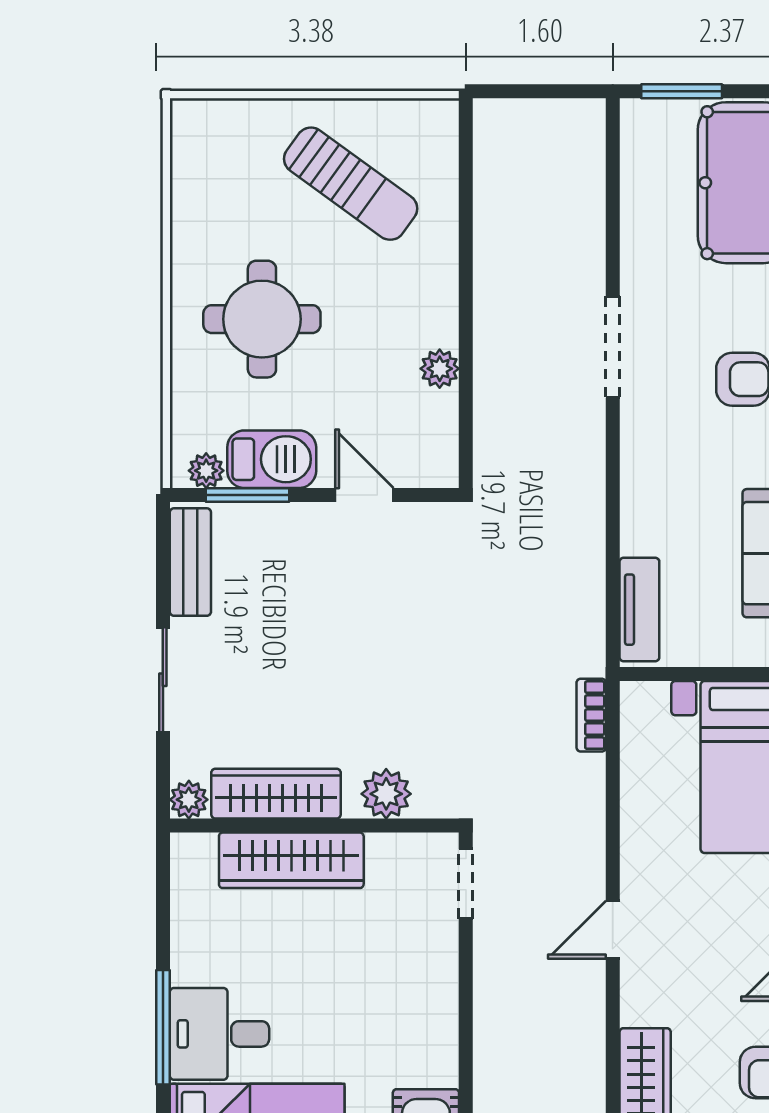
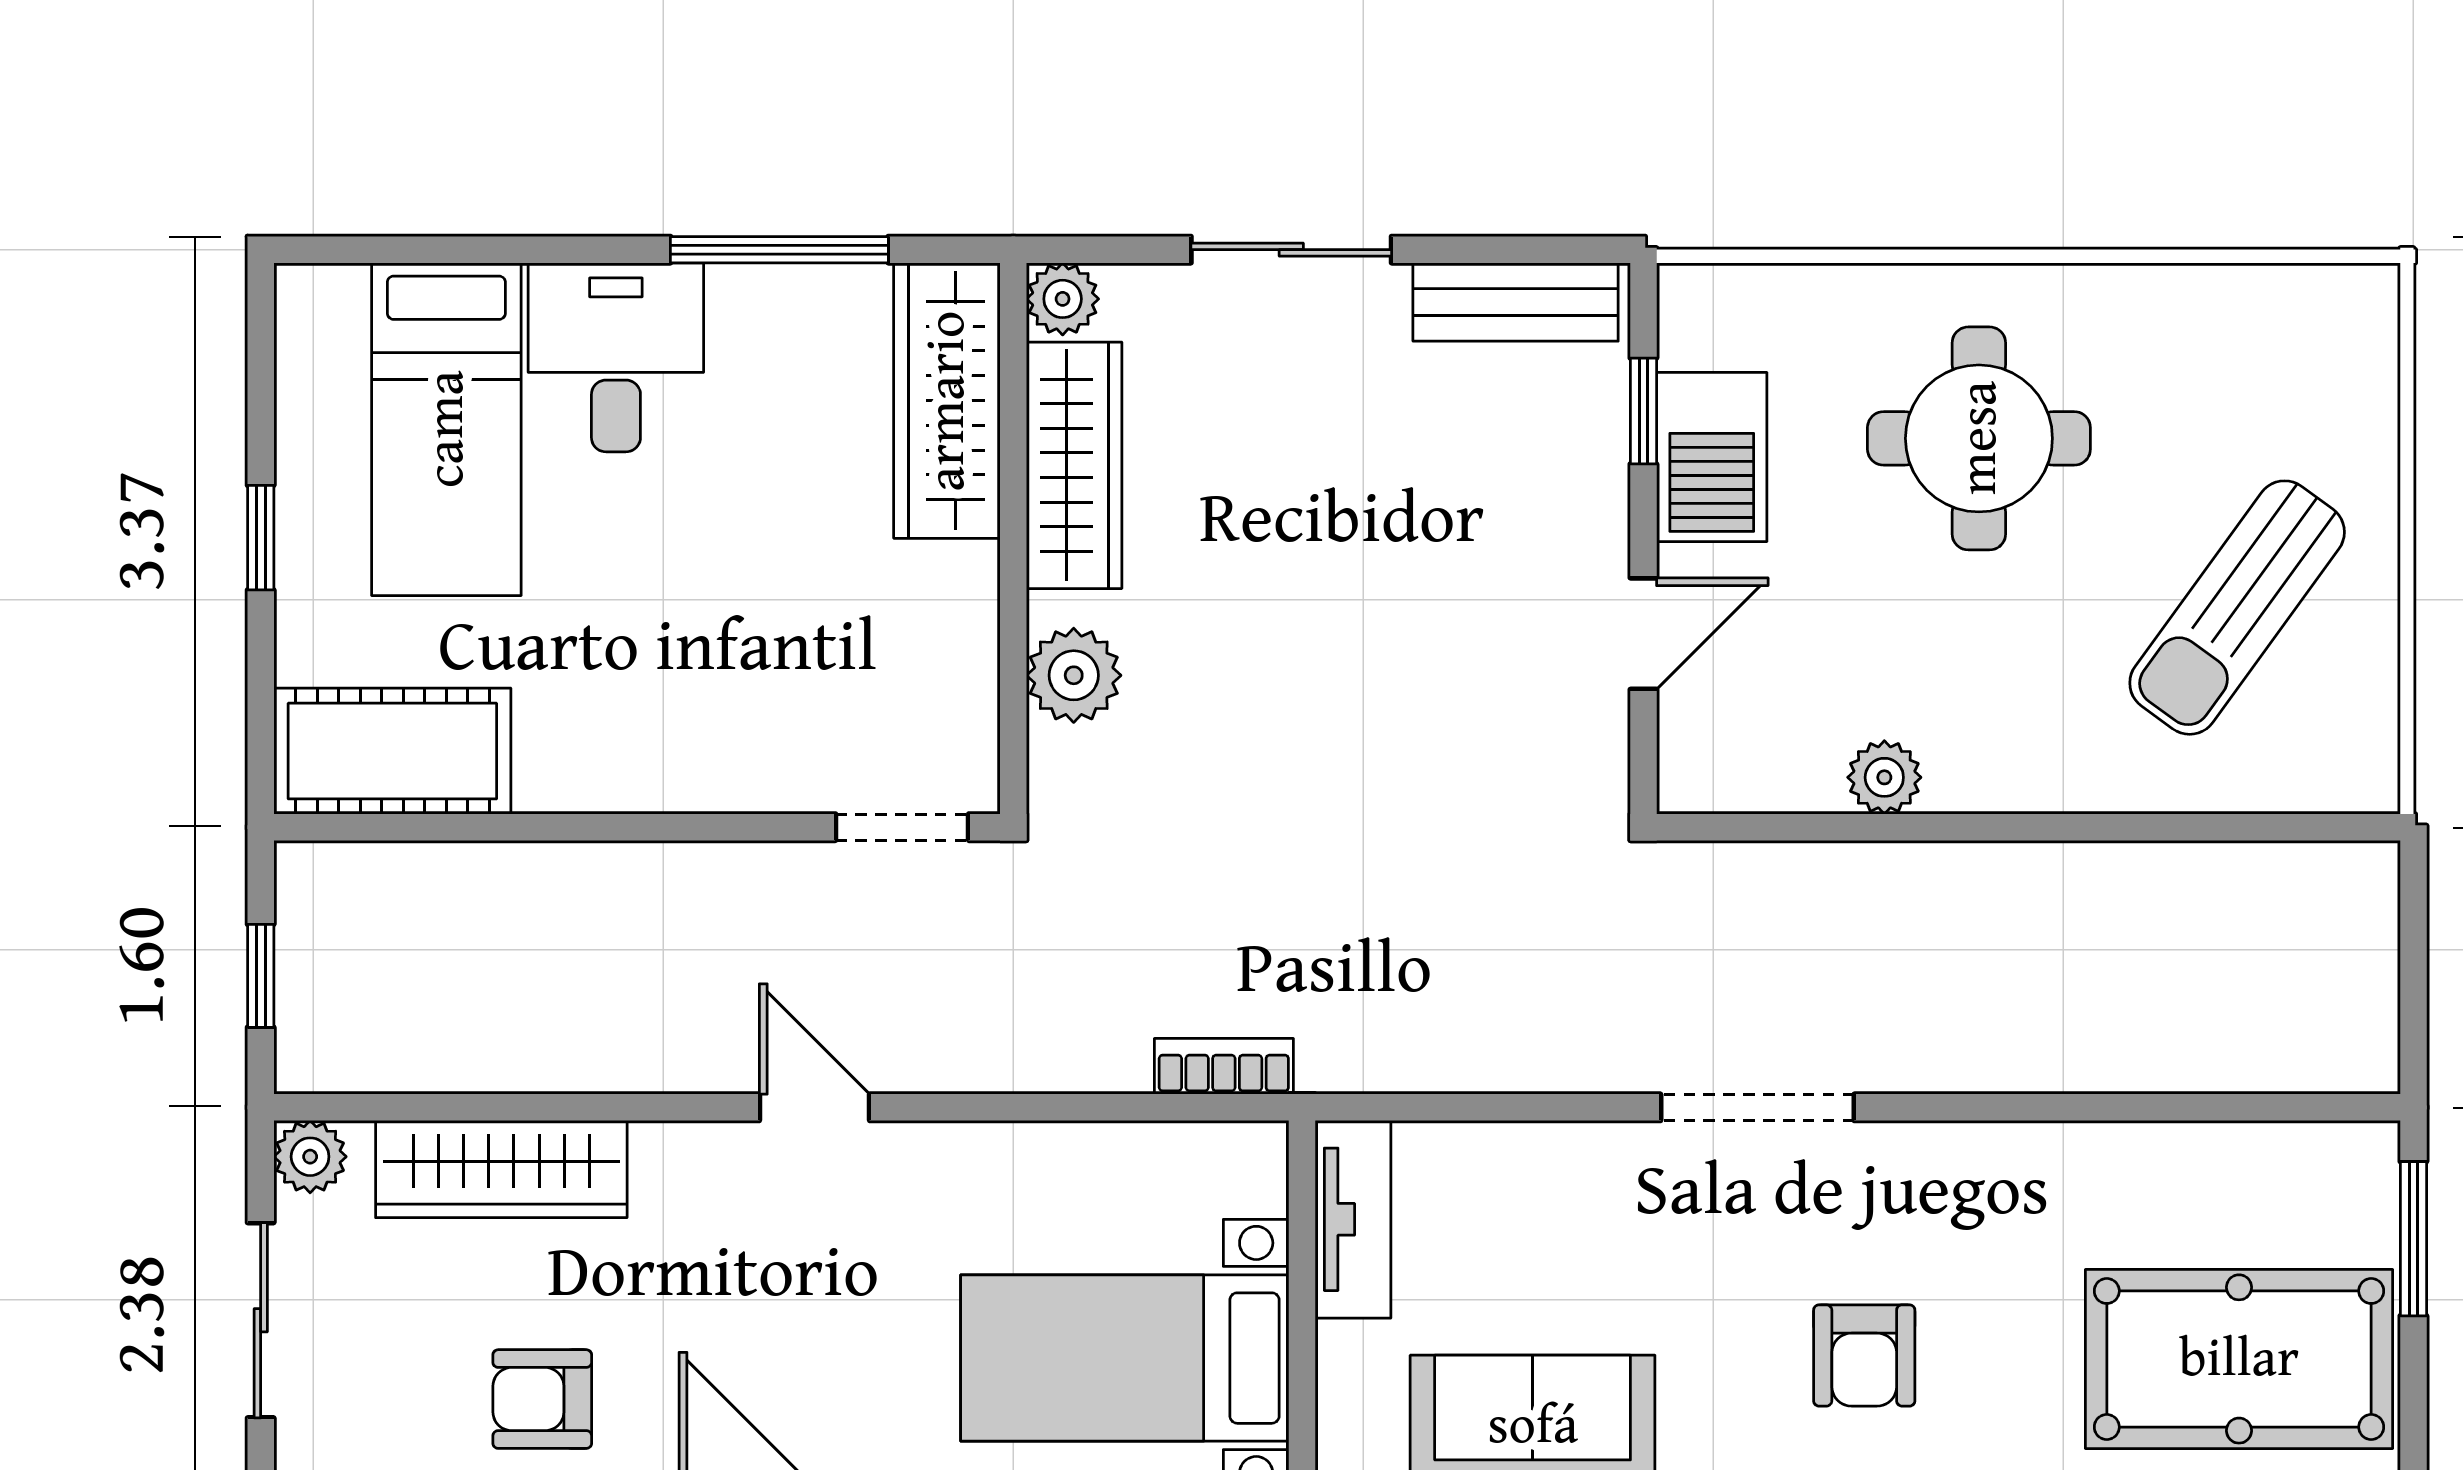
doorway: (613, 347) -> (1757, 1107), moved
plant: (206, 471) -> (1690, 332), removed
window: (248, 495) -> (1643, 411), width x0.67
tv unit: (639, 610) -> (1353, 1219), moved, turned -90
wardrobe: (291, 860) -> (947, 401), moved
window: (163, 1027) -> (779, 250), moved

